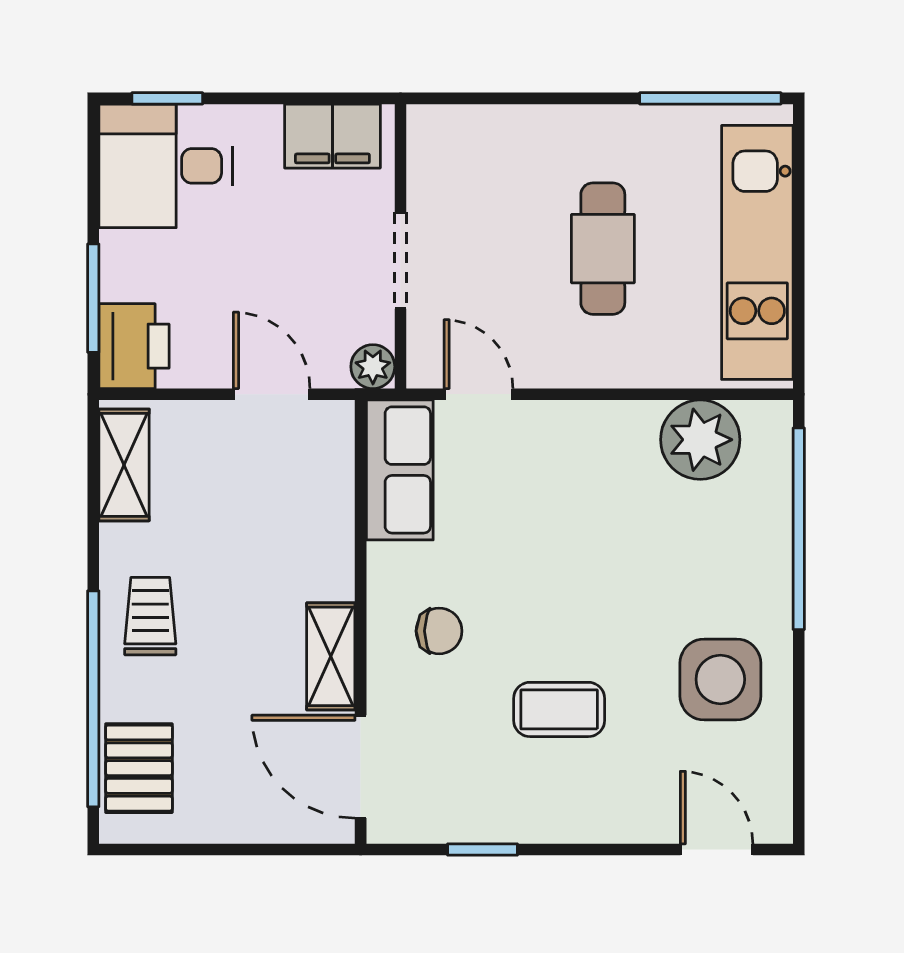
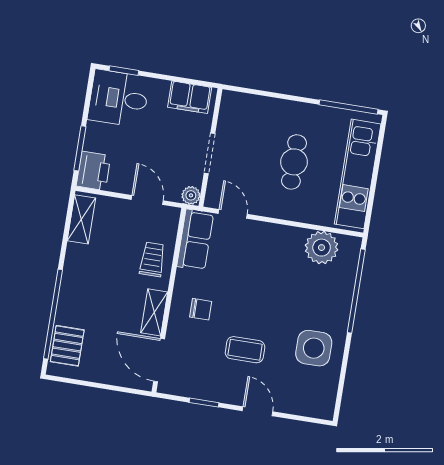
trolley: (150, 616) -> (152, 259), moved
door: (717, 849) -> (258, 411), moved

